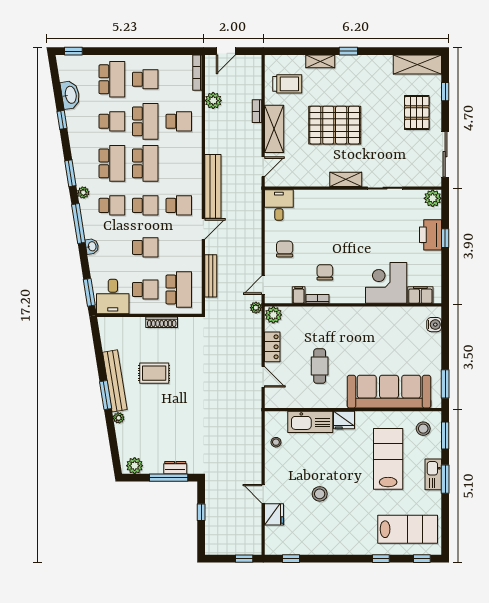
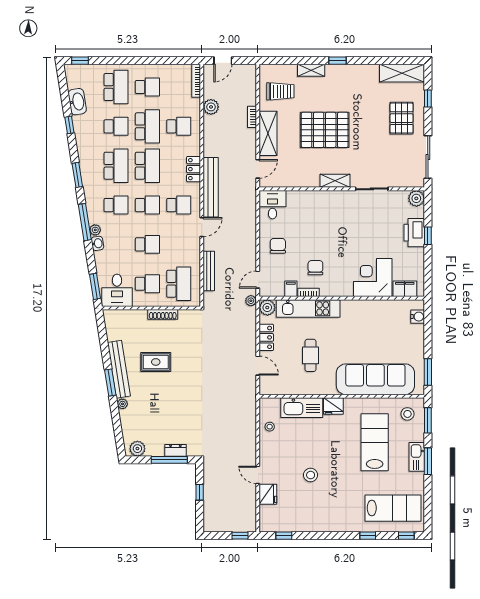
locker: (195, 167) -> (194, 169), added
plant: (83, 193) -> (95, 230), moved
kitchen unit: (317, 316) -> (308, 308), added

